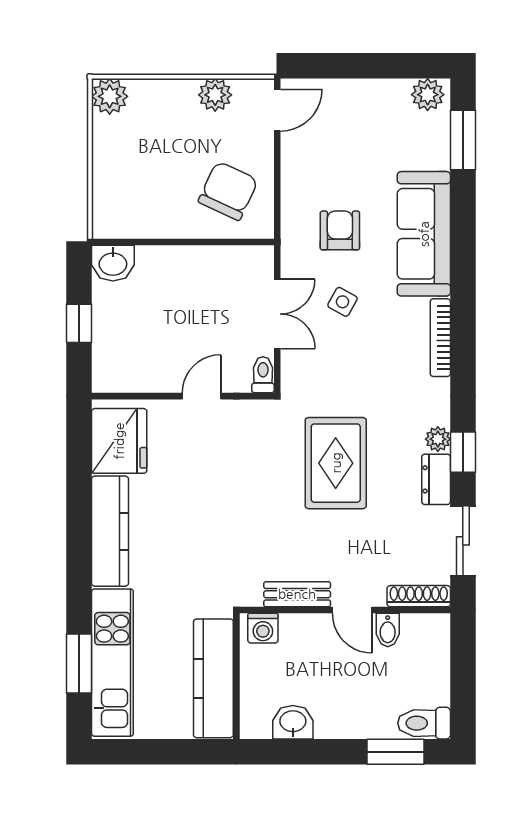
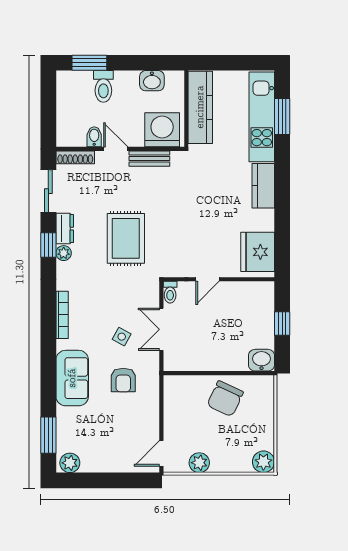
chair: (228, 191) -> (225, 399), moved
sofa: (424, 234) -> (72, 378), width x0.73
kitchen counter: (110, 531) -> (263, 186), width x0.67
washing machine: (263, 628) -> (162, 130), width x1.89, depth x1.89
toilet: (424, 723) -> (103, 86), moved, turned 90

